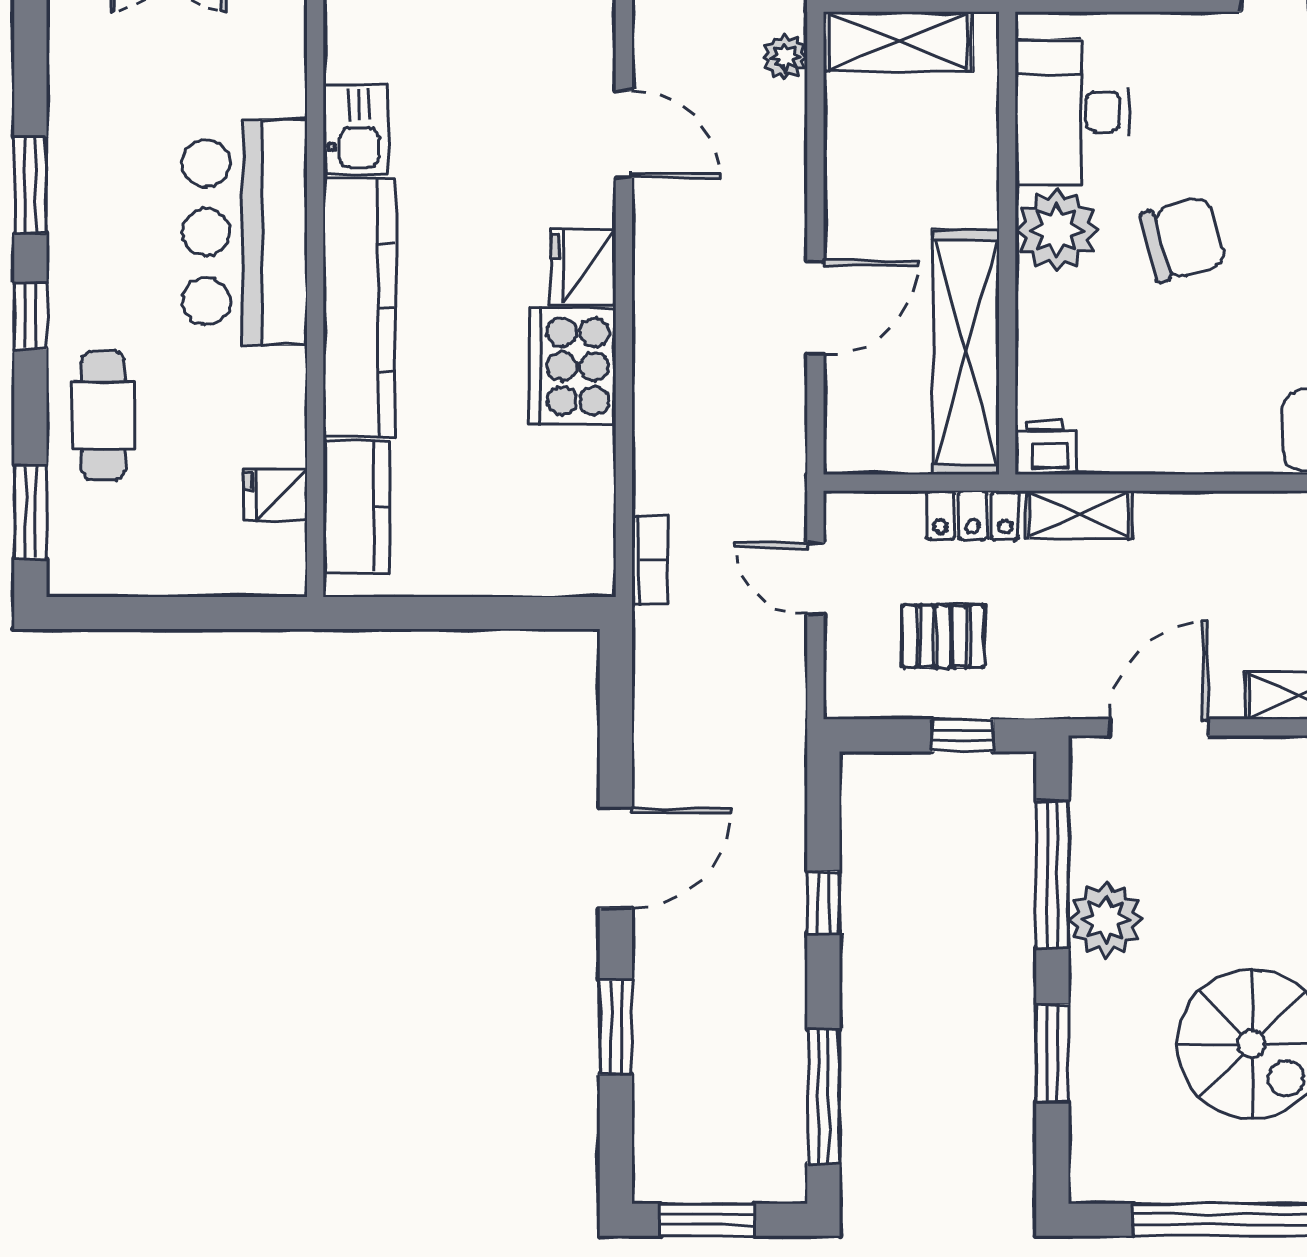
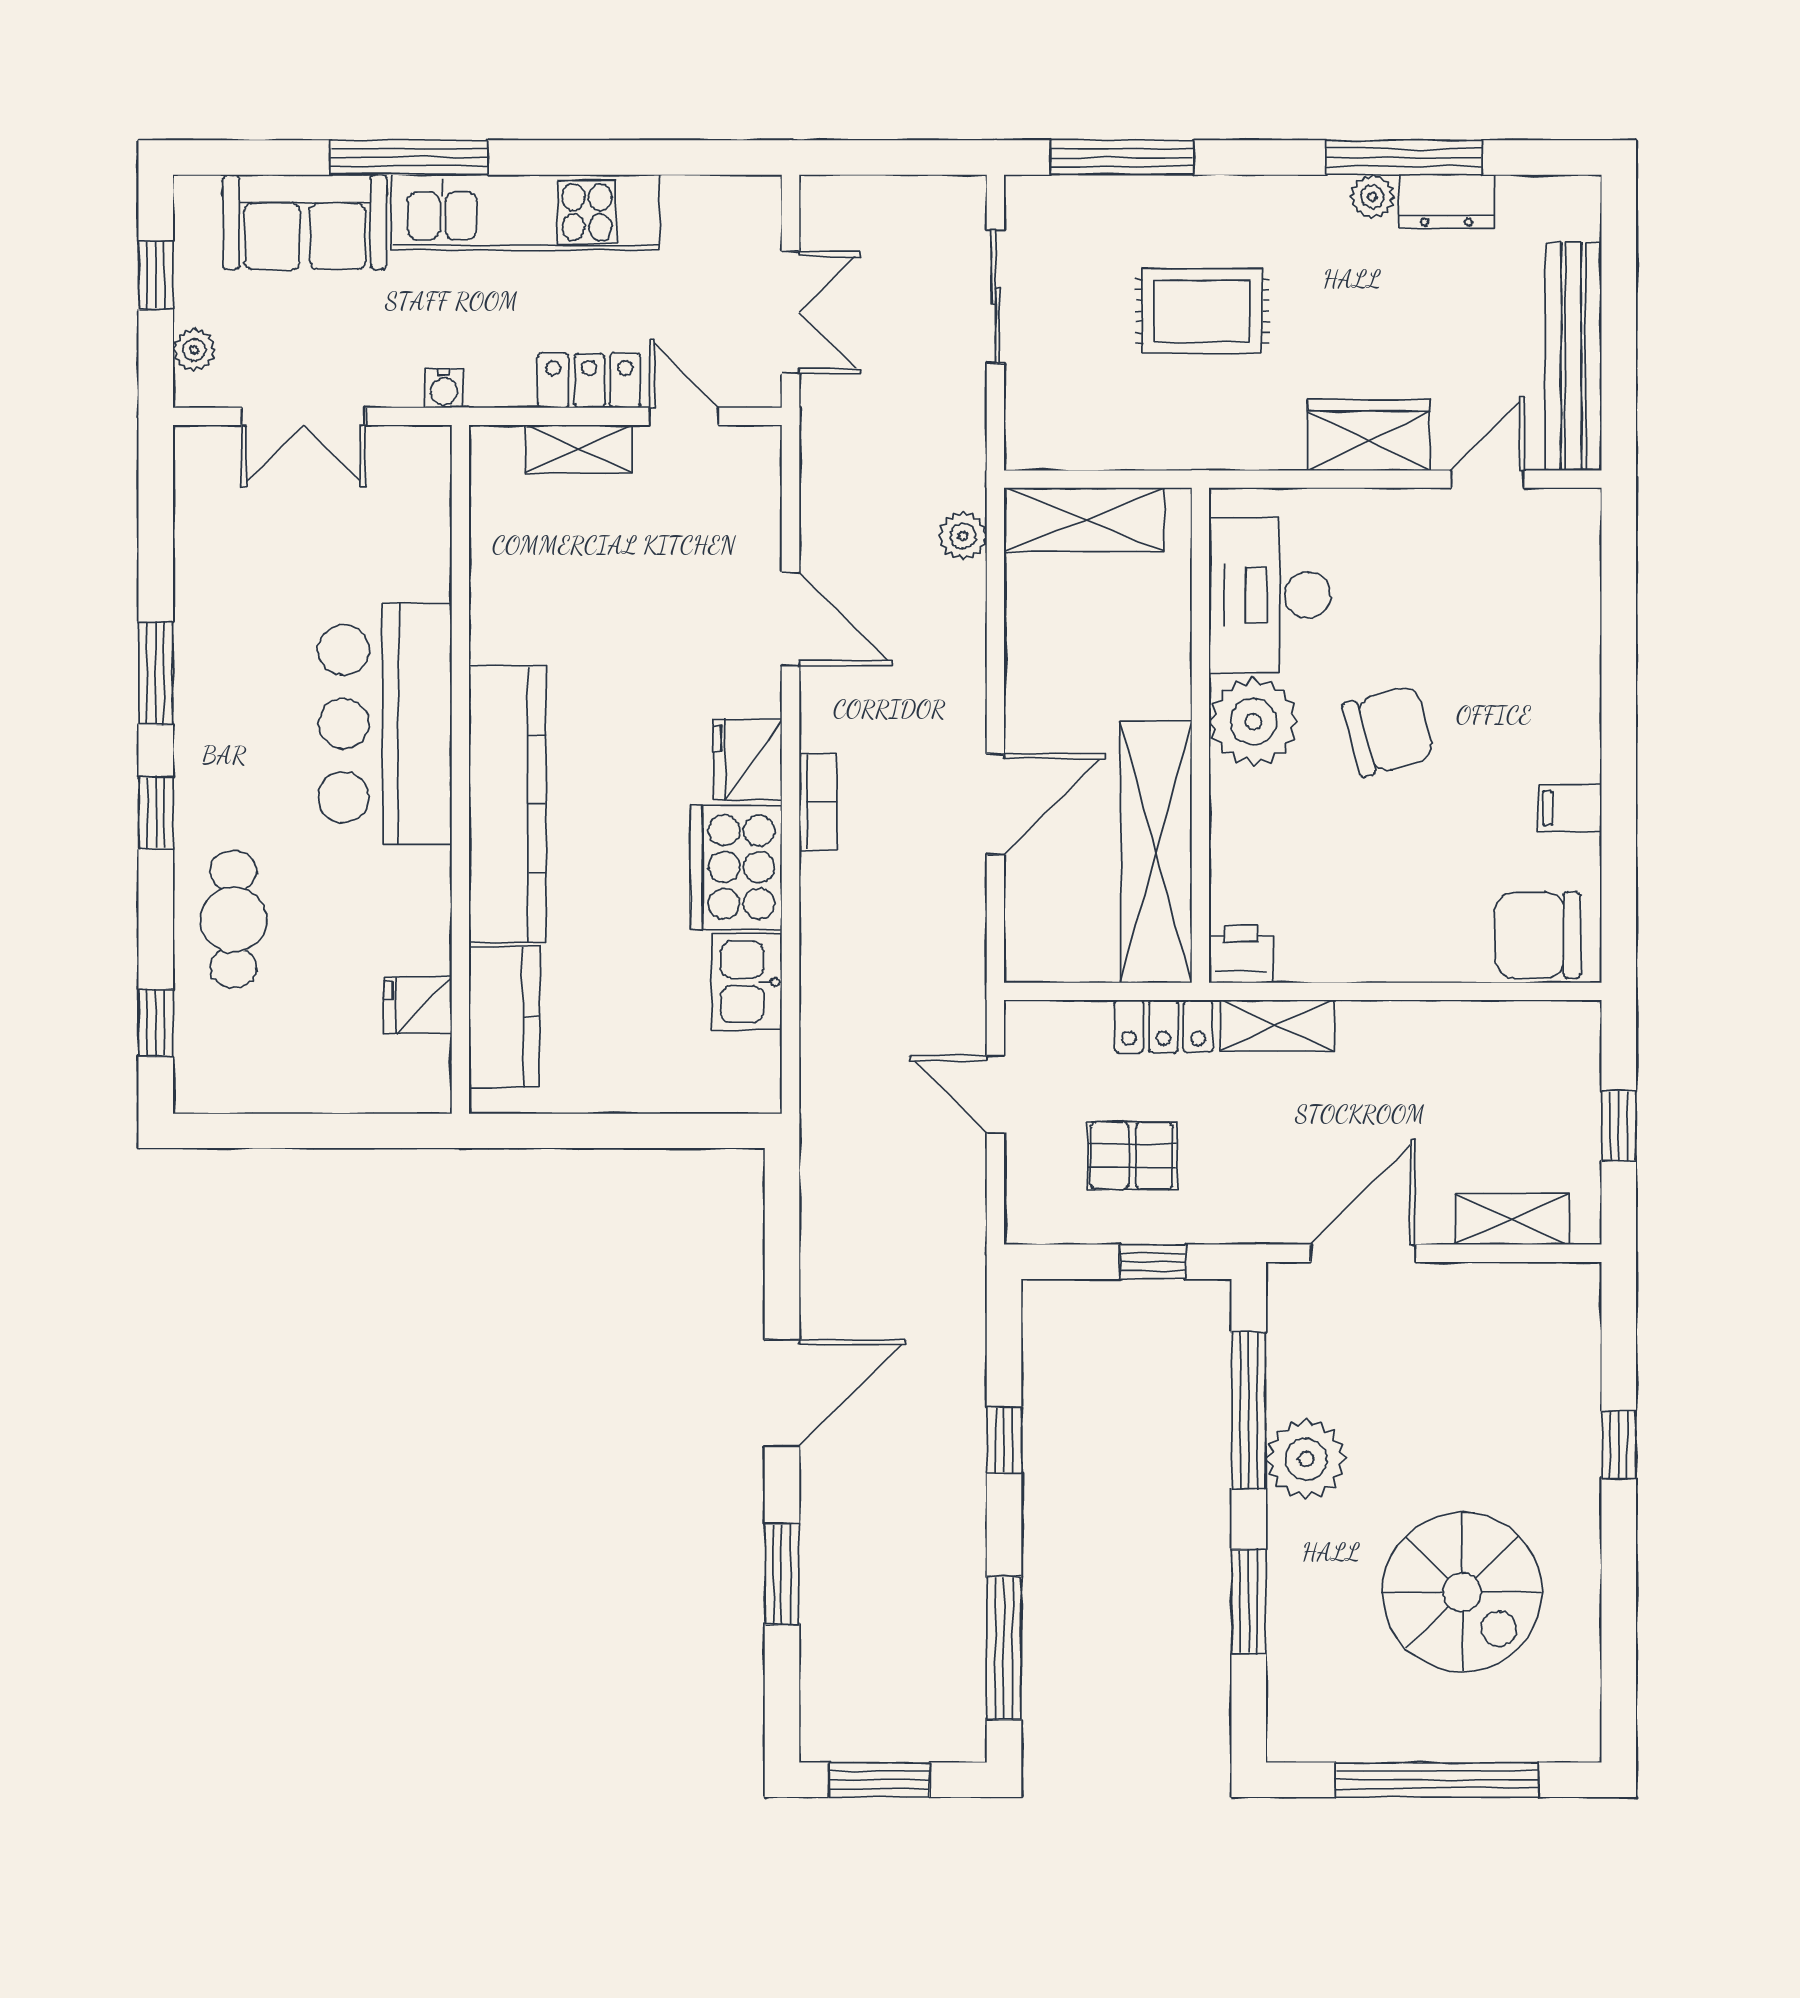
kitchen sink: (356, 129) -> (747, 982), moved, turned 180
window: (30, 512) -> (156, 1023), width x0.67
bookcase: (650, 560) -> (818, 802), moved

